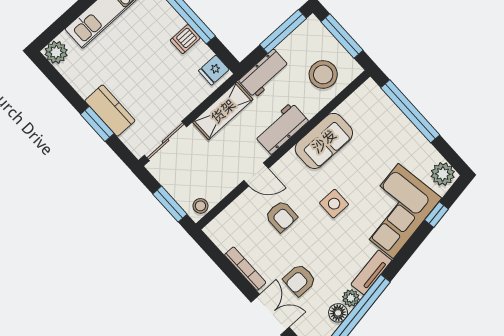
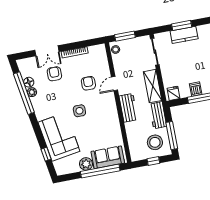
window: (342, 36) -> (153, 161), width x0.46
stool: (323, 74) -> (155, 142), moved
sofa: (324, 141) -> (108, 157), moved, turned 90
plant: (443, 174) -> (86, 164), moved
armchair: (281, 216) -> (88, 83), turned 90
tv unit: (371, 272) -> (38, 109), removed

